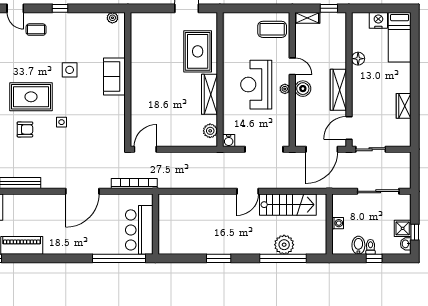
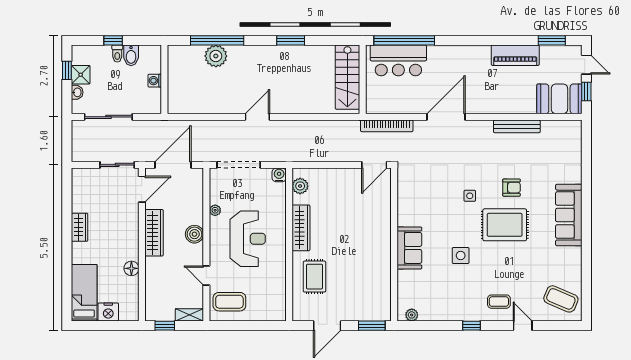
window: (147, 8) -> (372, 326), added
rug: (198, 51) -> (314, 277), width x0.73, depth x0.70
door: (292, 66) -> (206, 276), moved
plant: (285, 89) -> (215, 210), moved
wardrobe: (404, 106) -> (79, 227), moved
armchair: (25, 129) -> (512, 188), turned 180
stairs: (288, 205) -> (347, 77), moved, turned -90
bar counter: (139, 230) -> (398, 60), moved, turned 90
washbasin: (406, 244) -> (77, 92), moved

